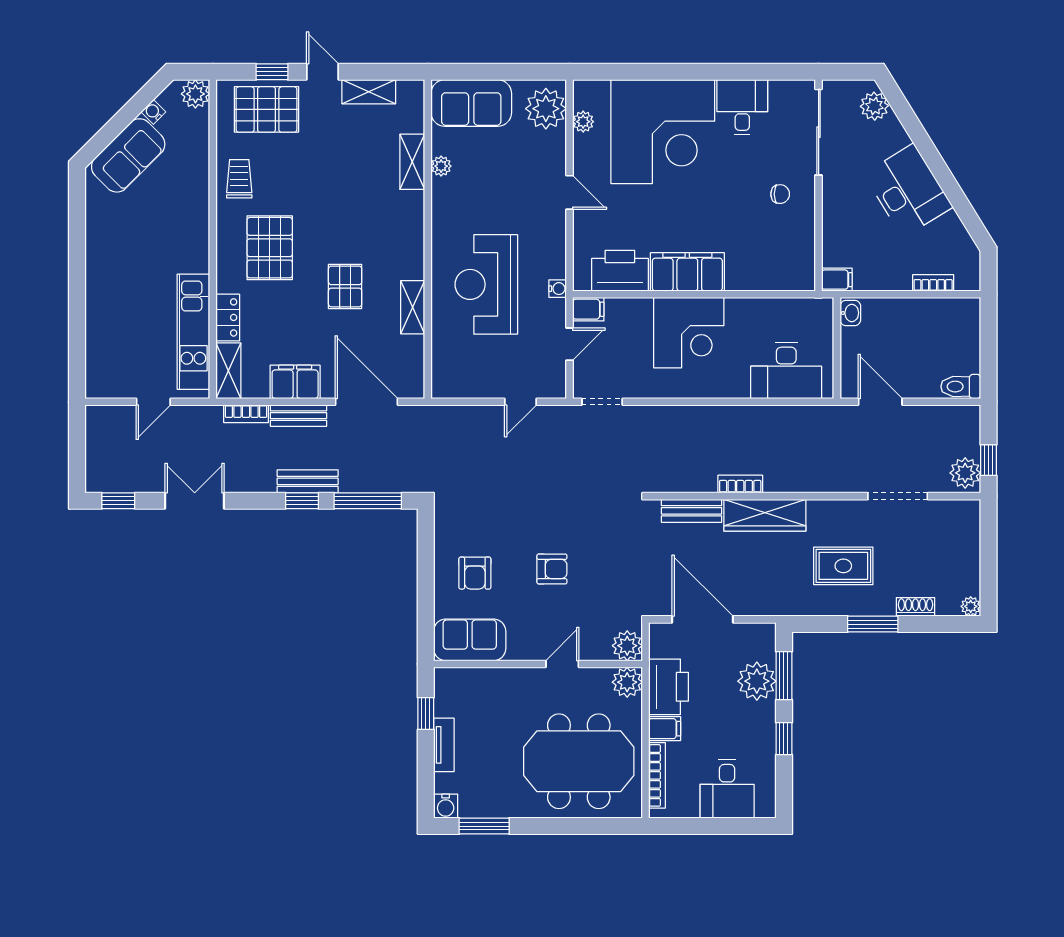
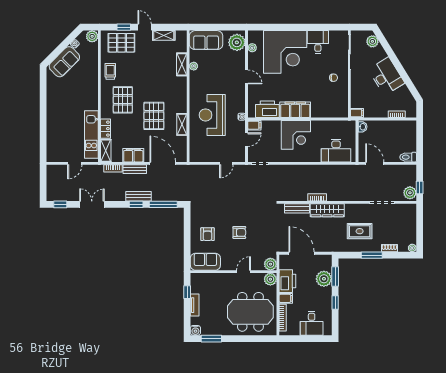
pallet: (345, 286) -> (154, 116), width x1.50, depth x1.42

